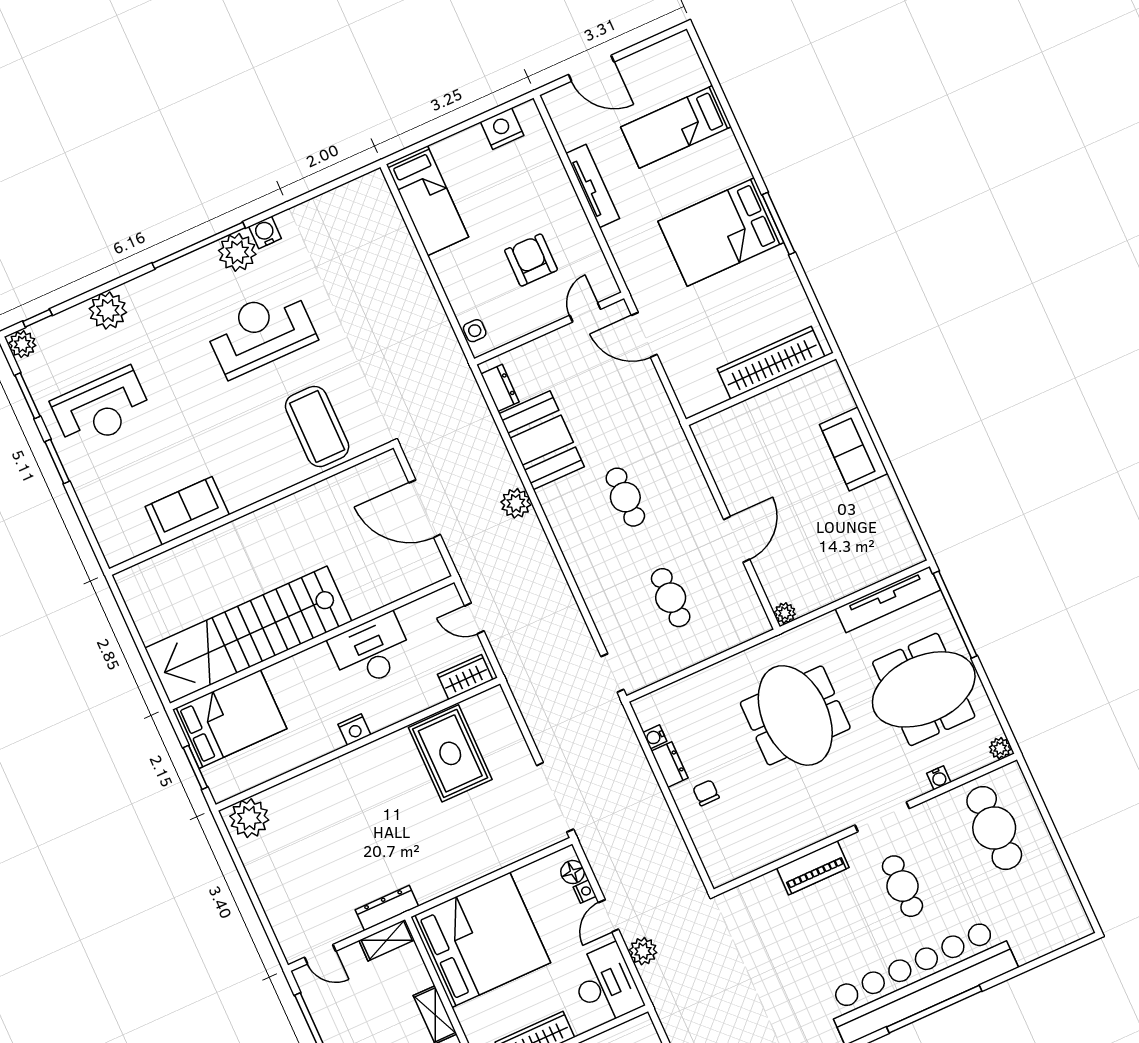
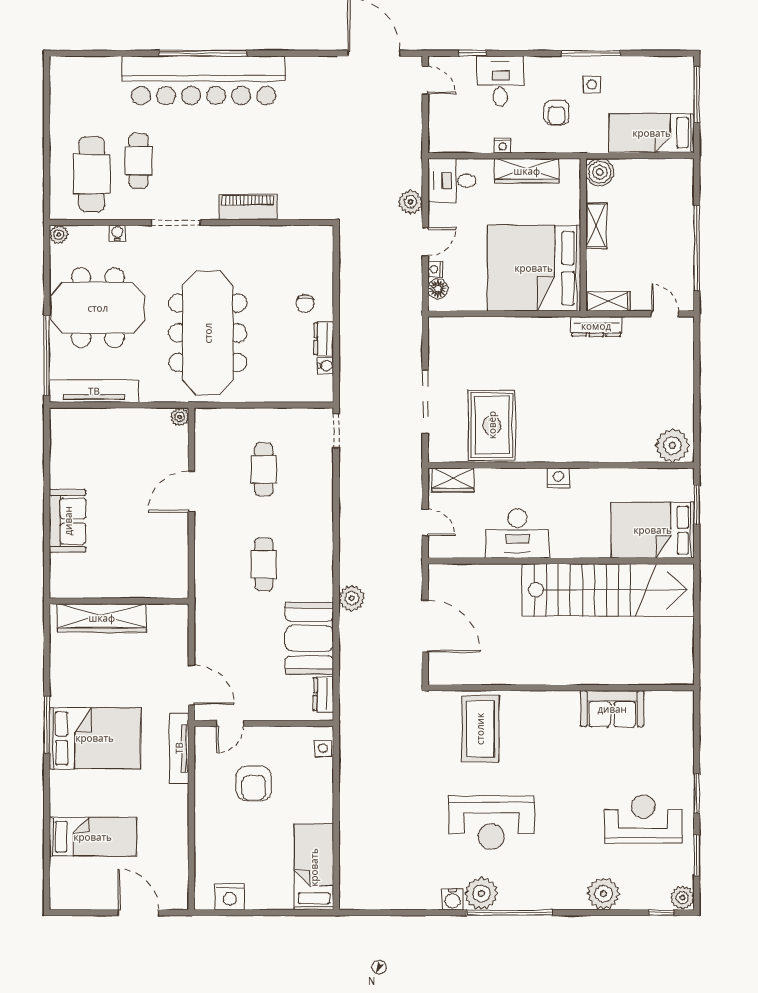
tv unit: (593, 186) -> (179, 748), moved
meeting table: (795, 715) -> (208, 333), width x1.36
doorway: (555, 797) -> (425, 402), moved
cafe table: (902, 886) -> (139, 161), moved
desk: (606, 985) -> (452, 181), width x0.73

